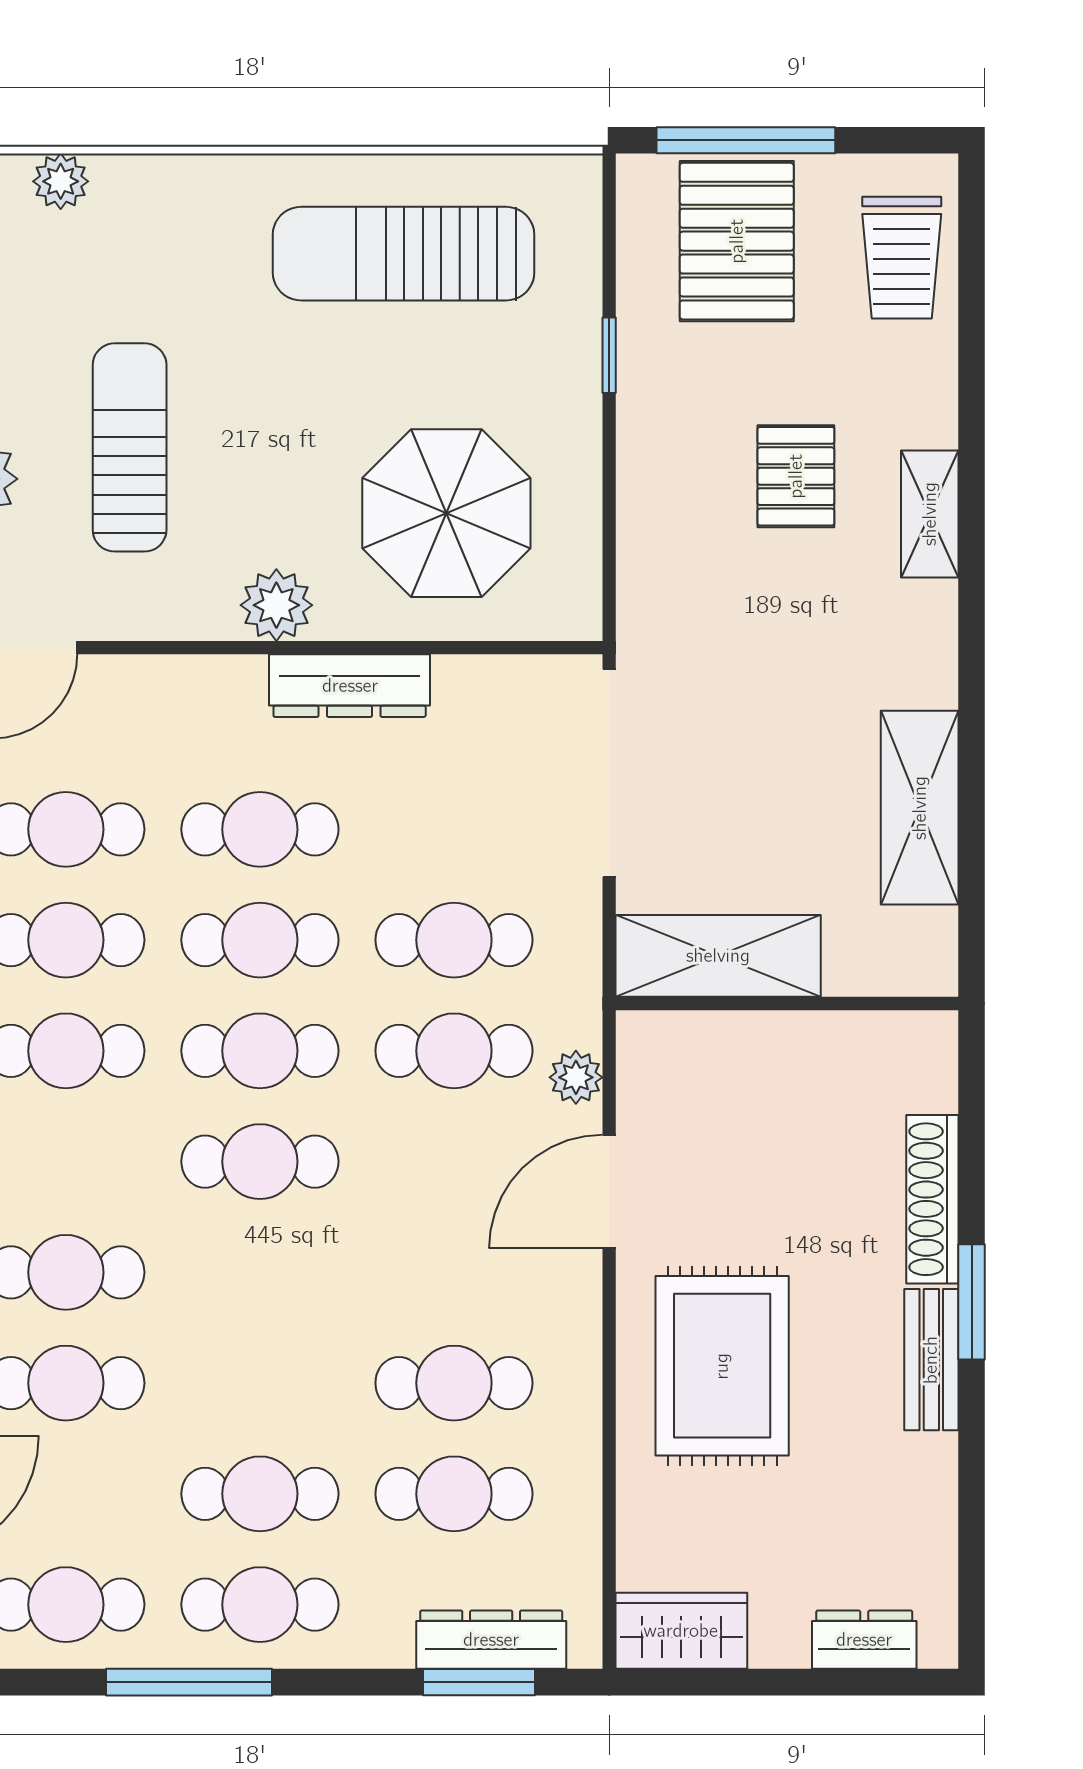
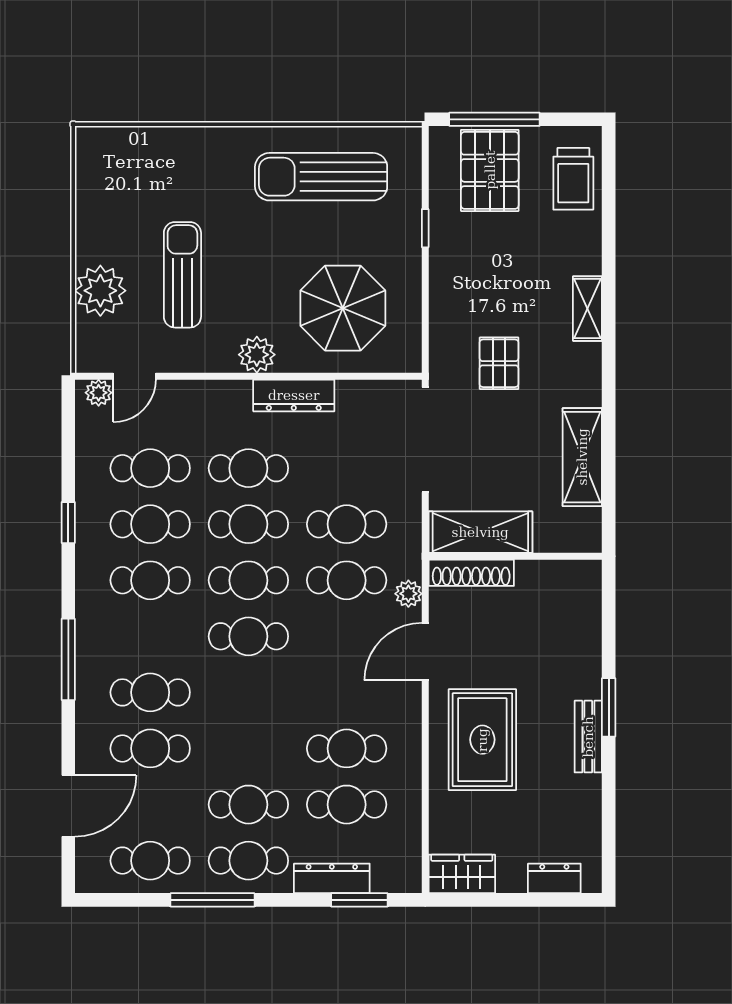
plant: (61, 181) -> (148, 140), removed
pallet: (796, 476) -> (499, 363), moved
shoe rack: (932, 1199) -> (471, 573), moved, turned -90
dresser: (491, 1640) -> (332, 878), moved

